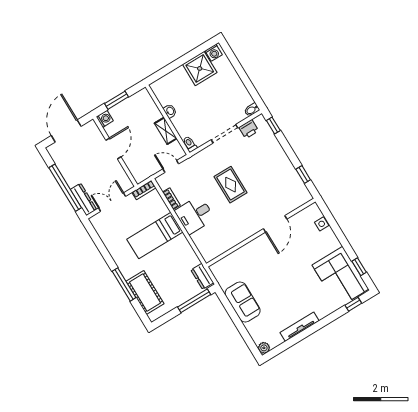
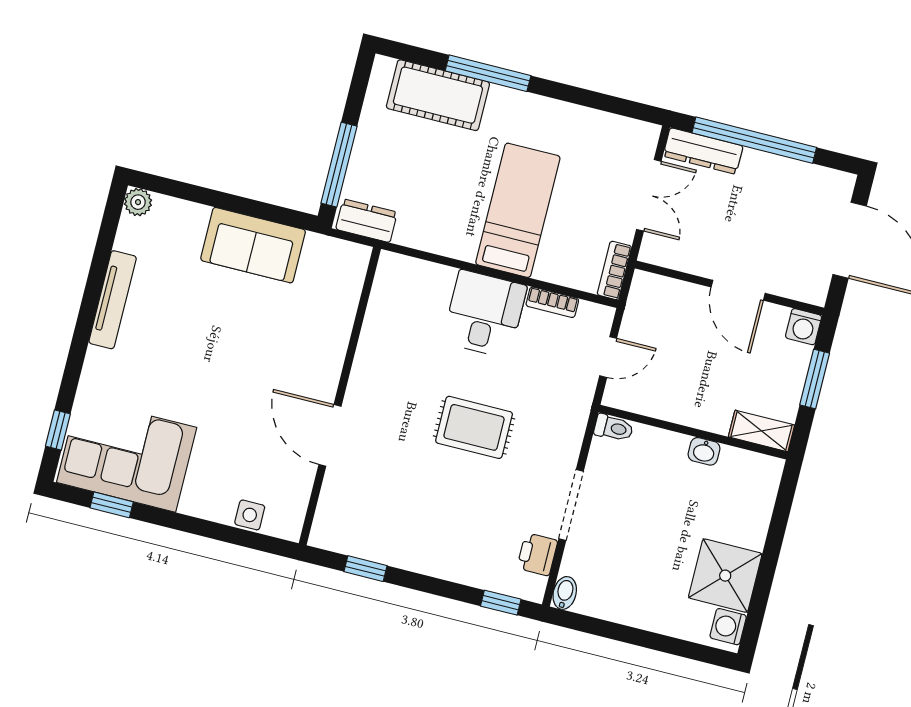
shelving: (166, 131) -> (761, 431), moved

